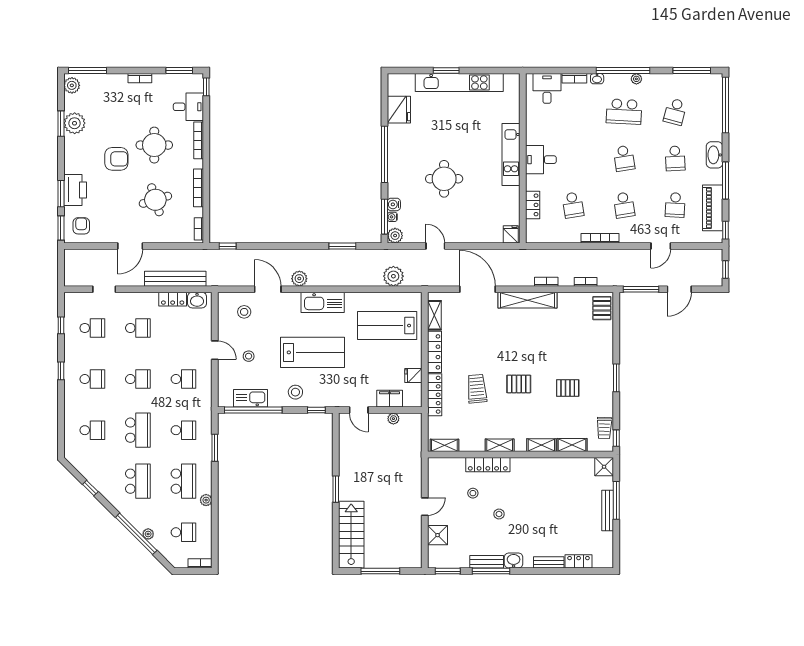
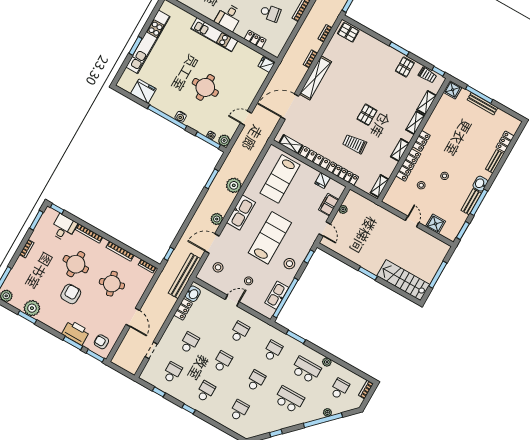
water cooler: (394, 204) -> (181, 117), moved
plant: (393, 276) -> (234, 185), moved
bench: (175, 279) -> (184, 276), moved
pallet: (568, 388) -> (405, 67), moved
door: (359, 410) -> (325, 229), hinge flipped
school desk: (138, 430) -> (256, 381), width x0.54
locker: (524, 464) -> (421, 141), added

